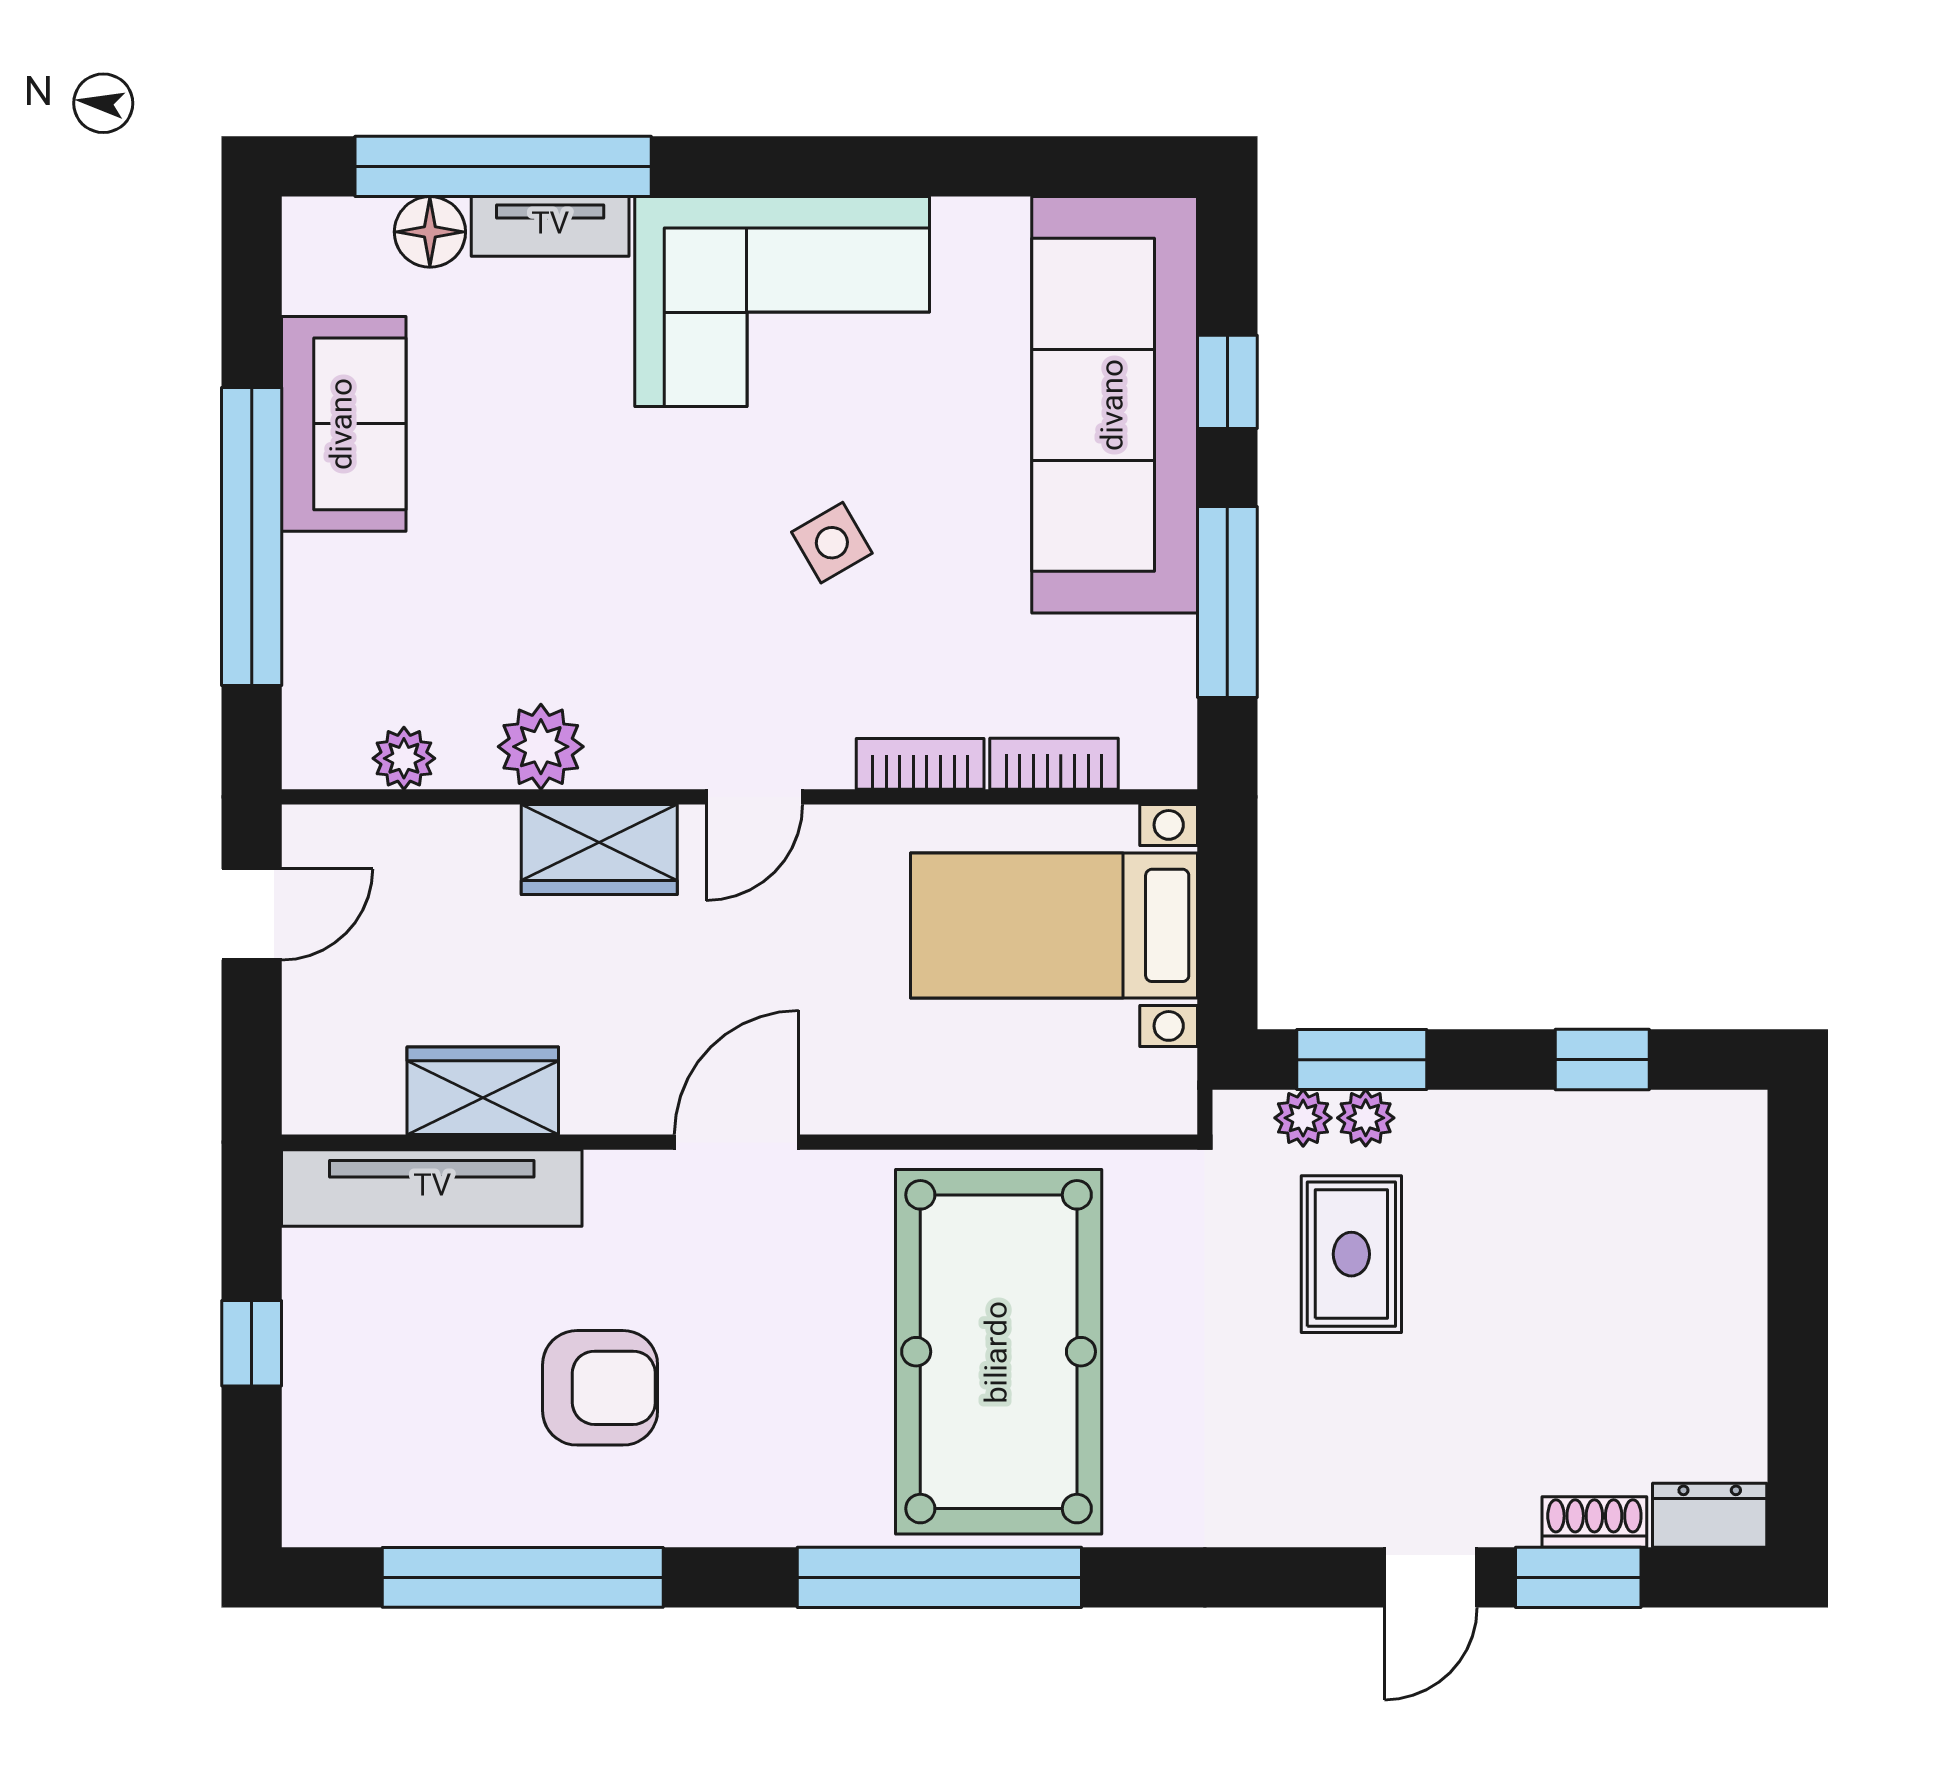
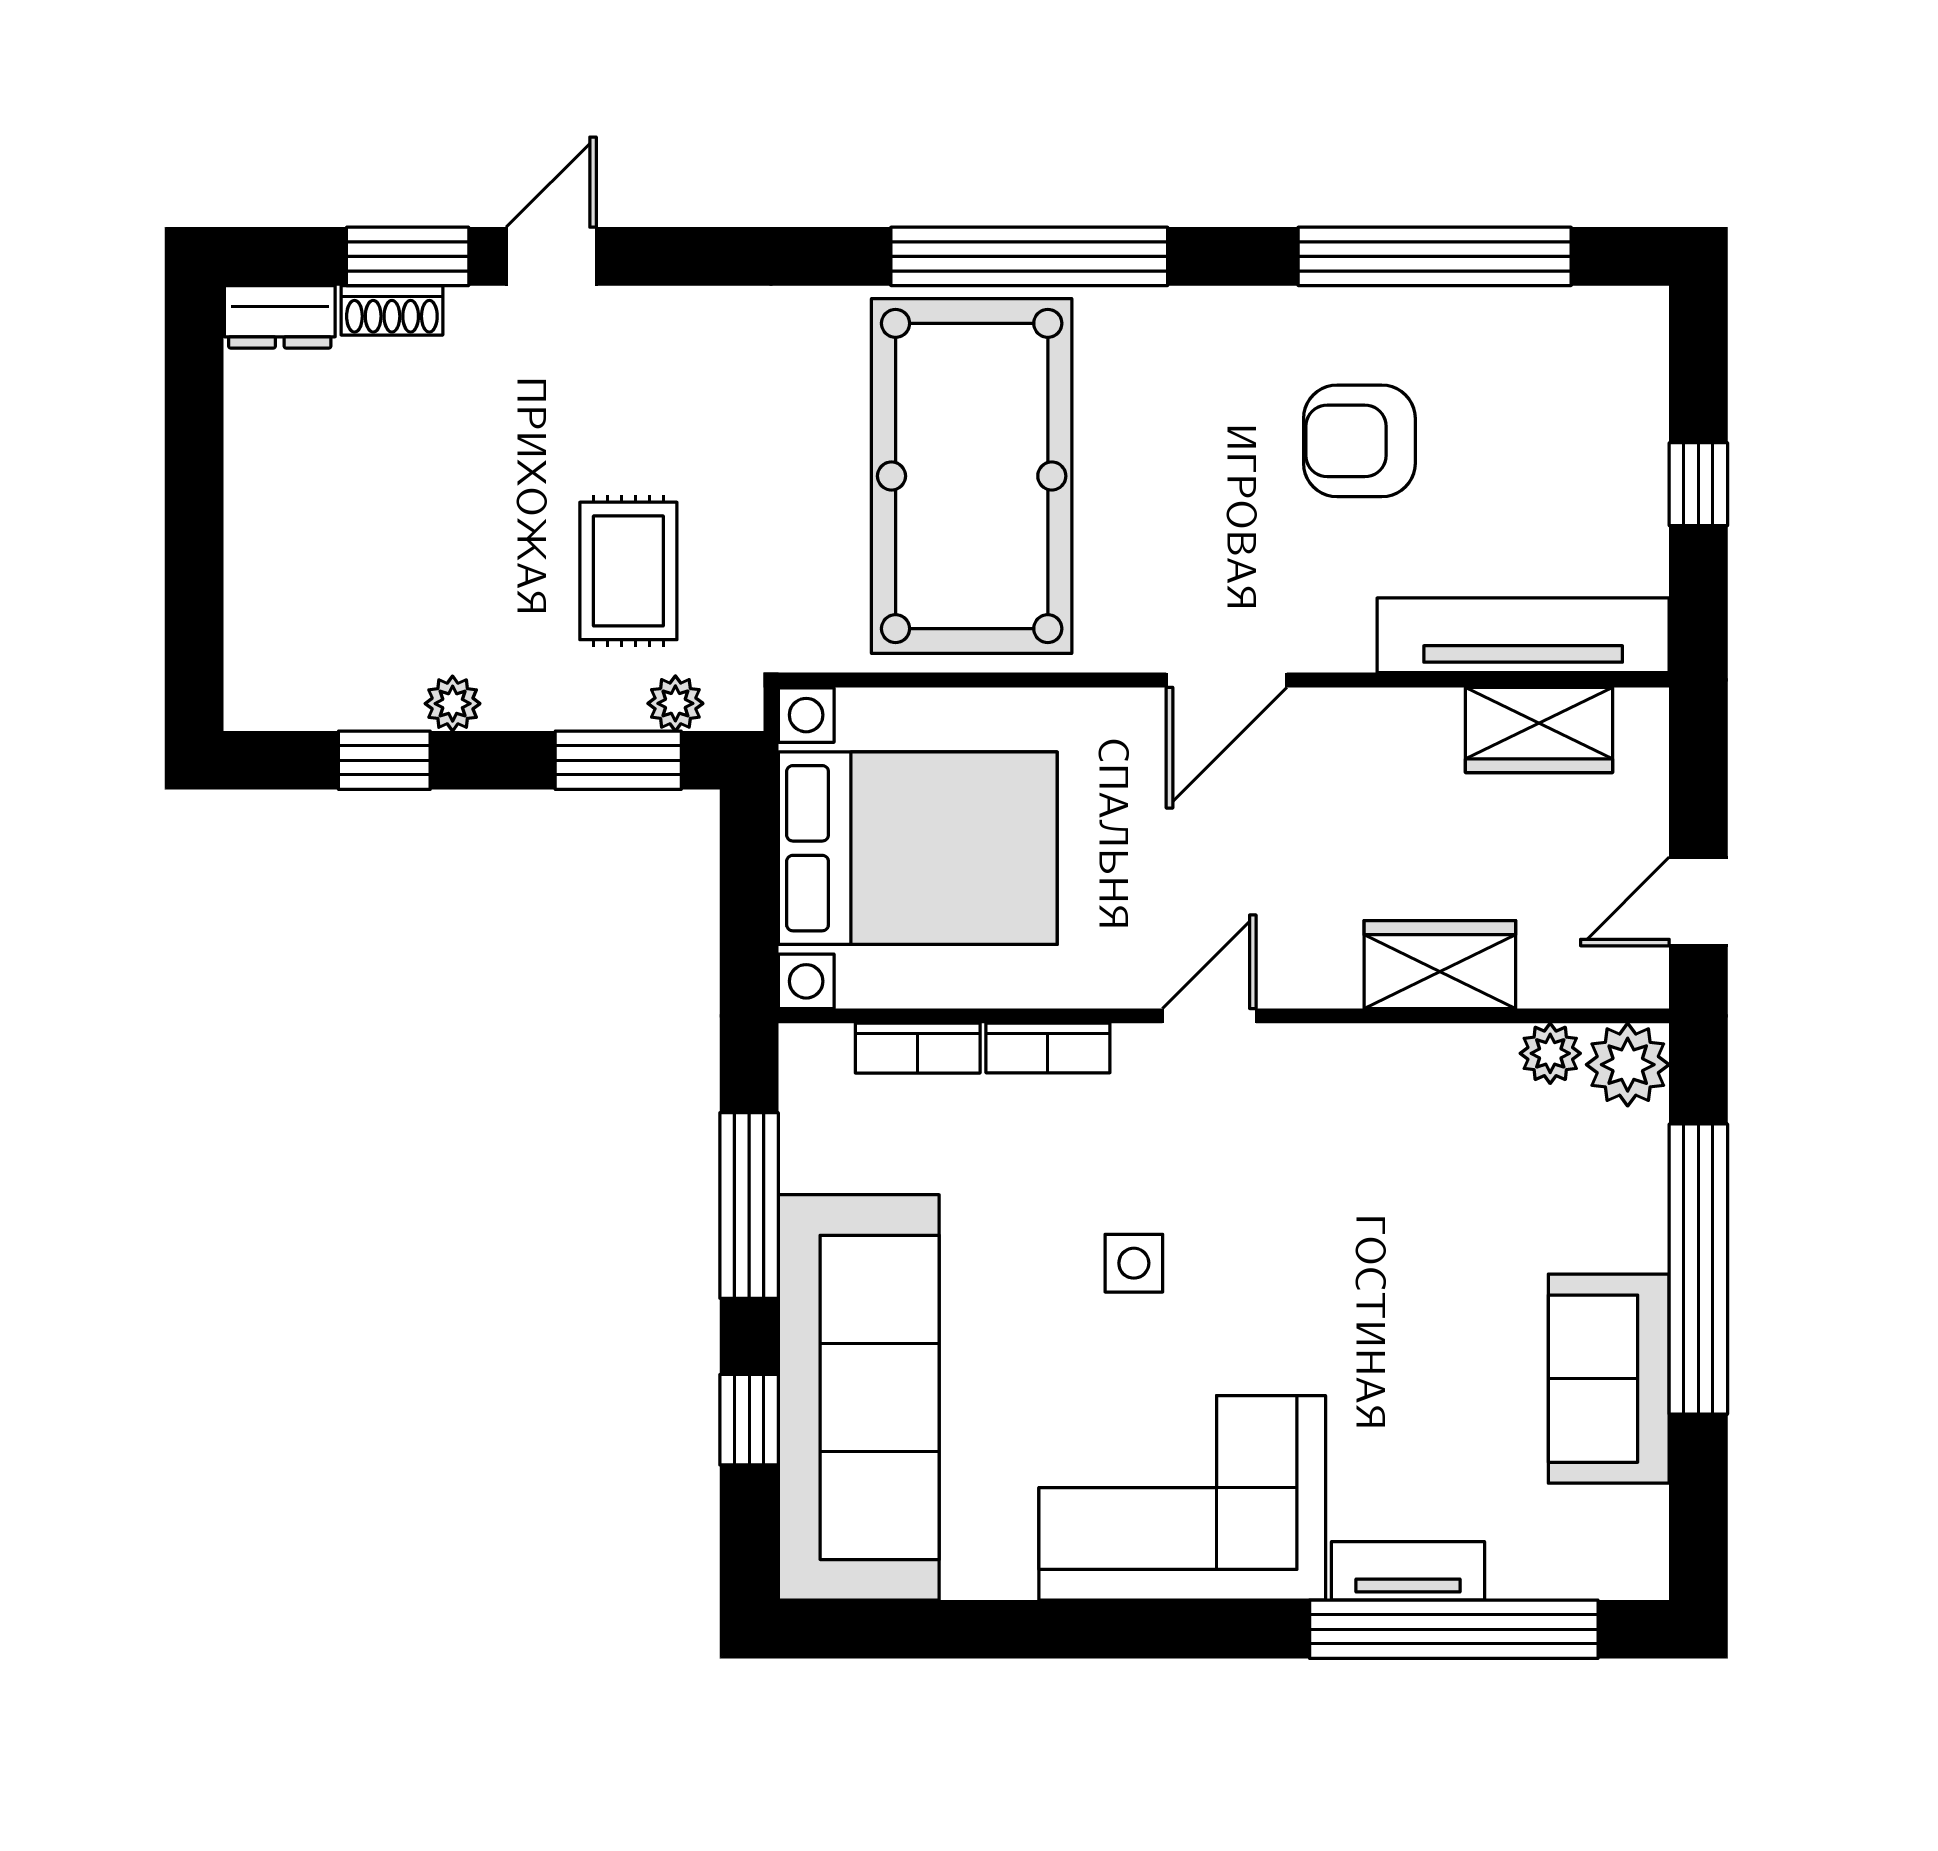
floor lamp: (430, 232) -> (1525, 1566), removed
side table: (832, 543) -> (1134, 1263), turned 30
plant: (541, 747) -> (1628, 1065), moved
wardrobe: (599, 850) -> (1440, 965), moved
bed with nightstands: (1054, 925) -> (918, 848), width x1.36
wardrobe: (483, 1091) -> (1539, 730), moved
plant: (1366, 1118) -> (453, 704), moved

